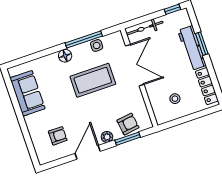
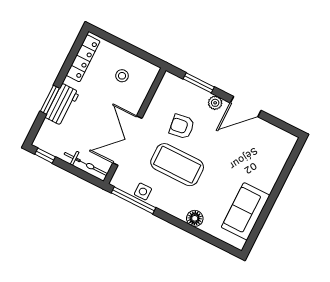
window: (84, 40) -> (133, 200), moved
workbench: (192, 48) -> (62, 105), width x0.73
floor lamp: (65, 56) -> (195, 218), moved
armchair: (128, 124) -> (182, 127), moved
armchair: (58, 136) -> (257, 147), removed

